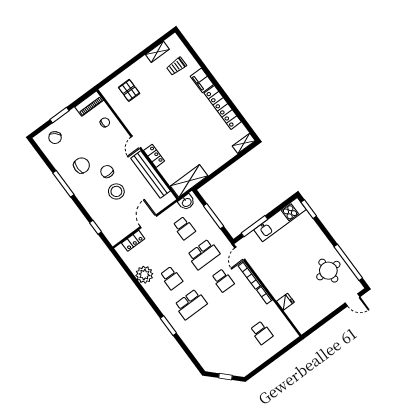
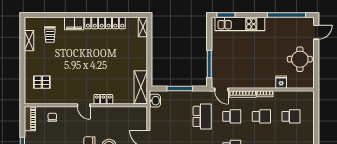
bench: (151, 174) -> (115, 112), removed
kitchen unit: (280, 220) -> (240, 24), moved, turned 90
school desk: (184, 228) -> (261, 116), moved
round table: (328, 271) -> (300, 59), moved

